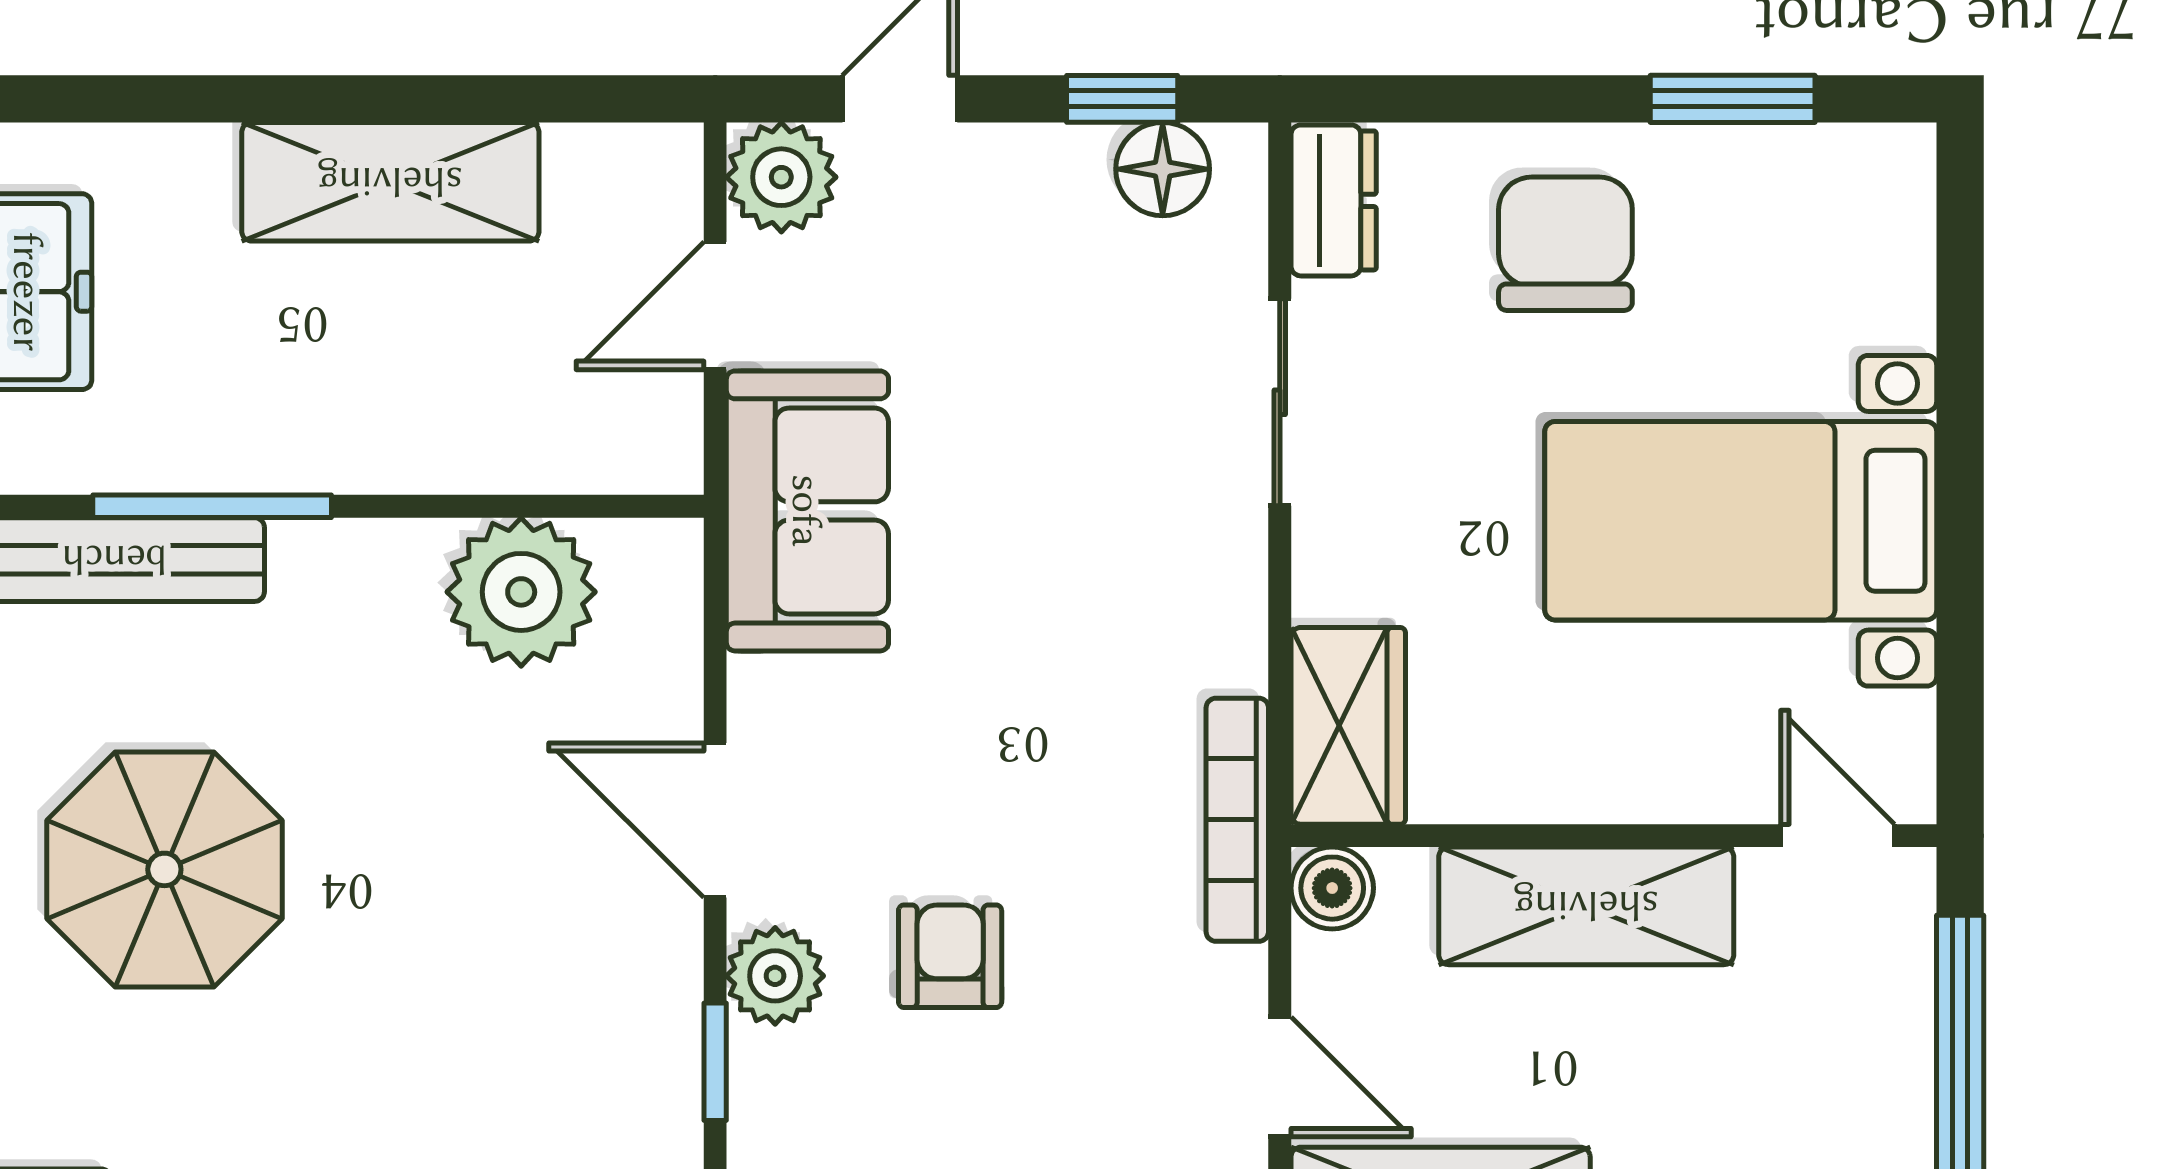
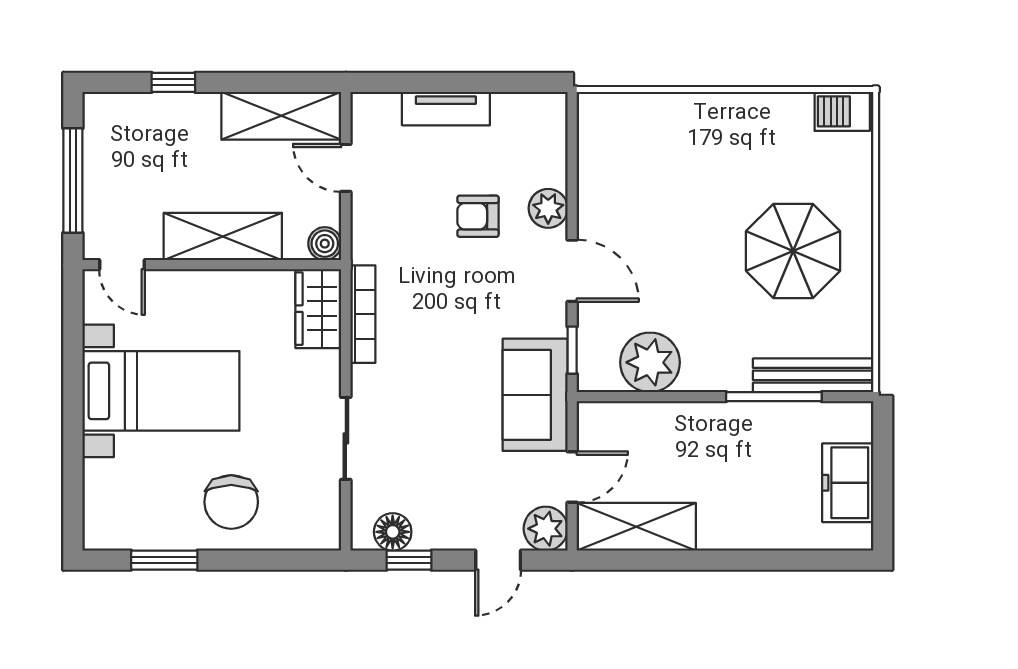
shelving: (390, 182) -> (636, 527), moved
dresser: (1334, 200) -> (324, 519), removed
bookcase: (1237, 820) -> (363, 314), moved
armchair: (950, 956) -> (478, 216), turned 90
window: (715, 1062) -> (572, 350), moved

